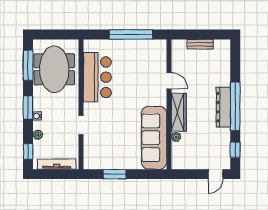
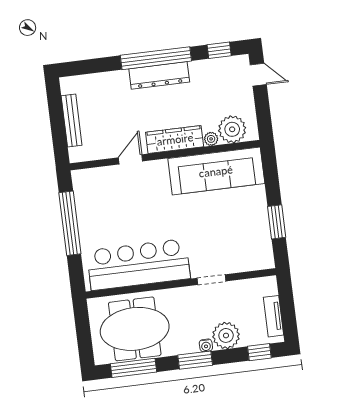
bench: (200, 44) -> (72, 120), width x1.36
bar counter: (97, 77) -> (138, 265), width x1.36
plant: (38, 135) -> (226, 335), width x1.88, depth x1.88
plant: (181, 152) -> (232, 129), added
tv unit: (57, 164) -> (274, 316), width x0.71

